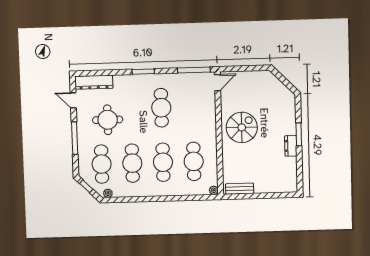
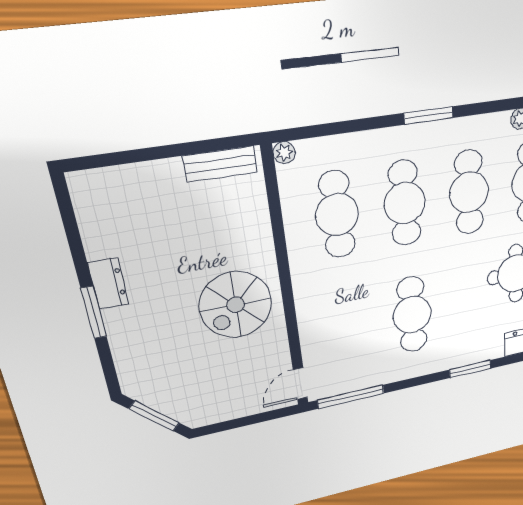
window: (143, 72) -> (470, 369), moved
window: (284, 81) -> (154, 416), added
window: (151, 199) -> (429, 115), added

